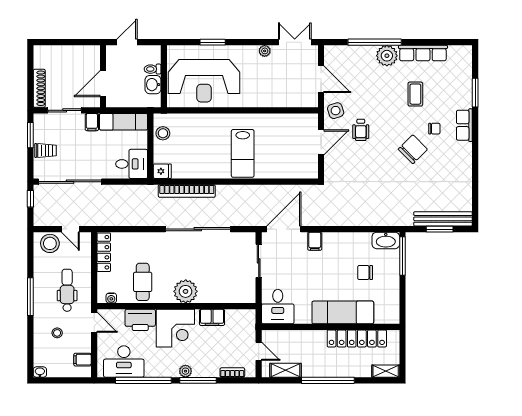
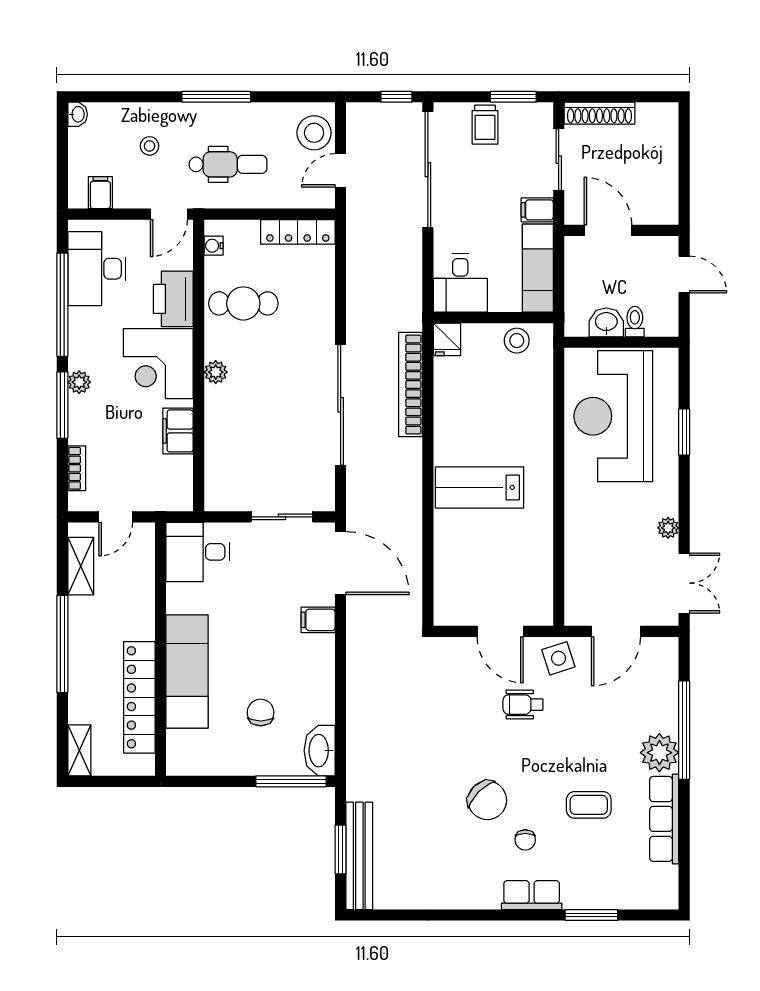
plant: (186, 291) -> (216, 372), width x0.53, depth x0.53

